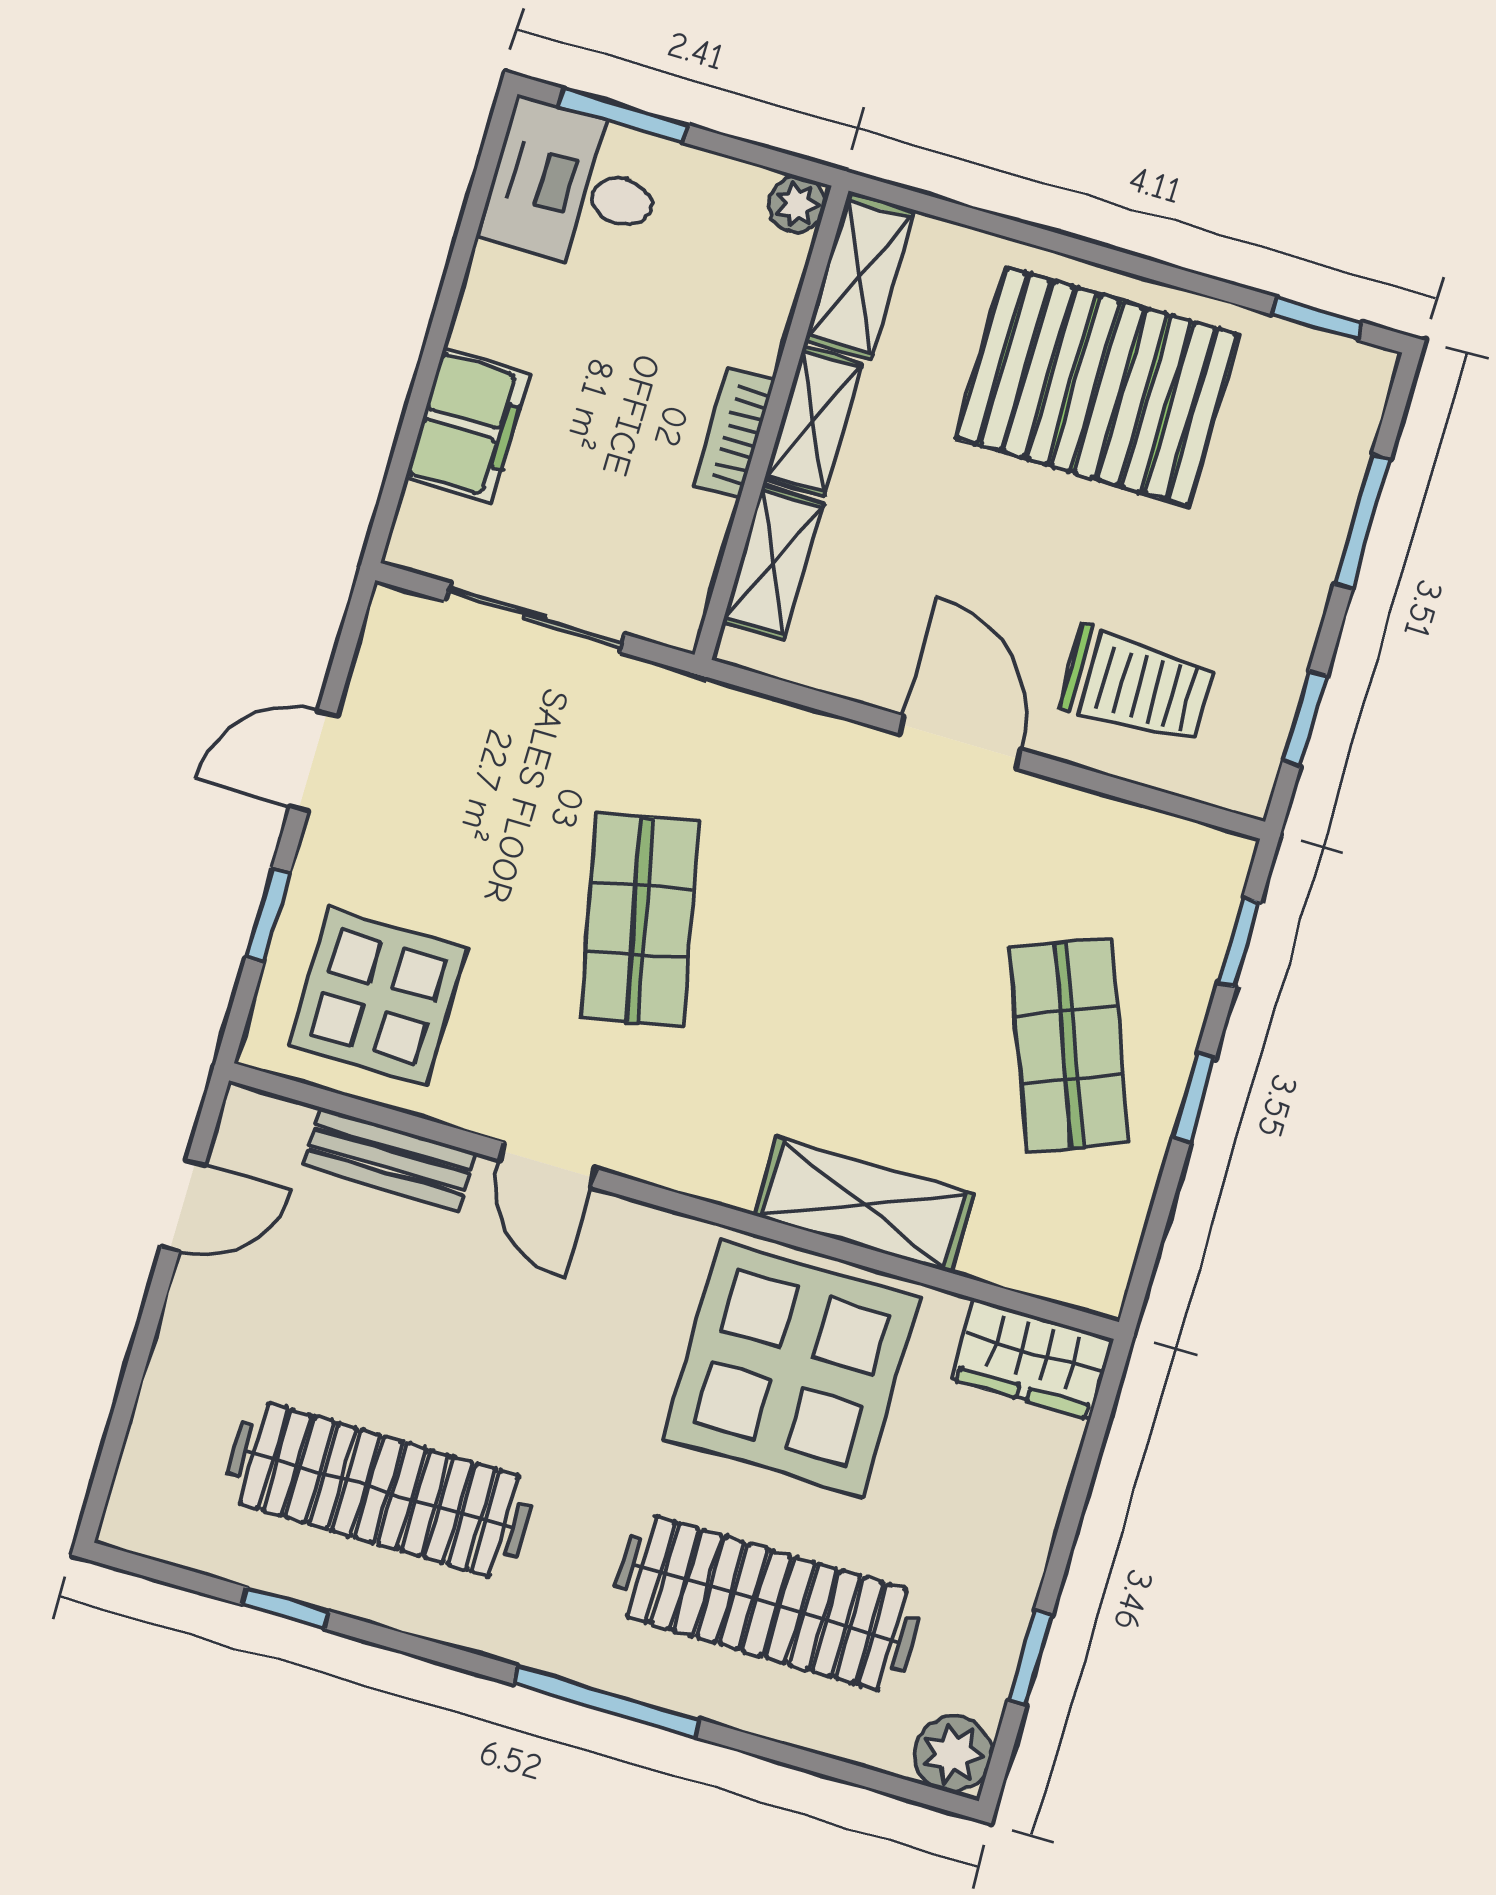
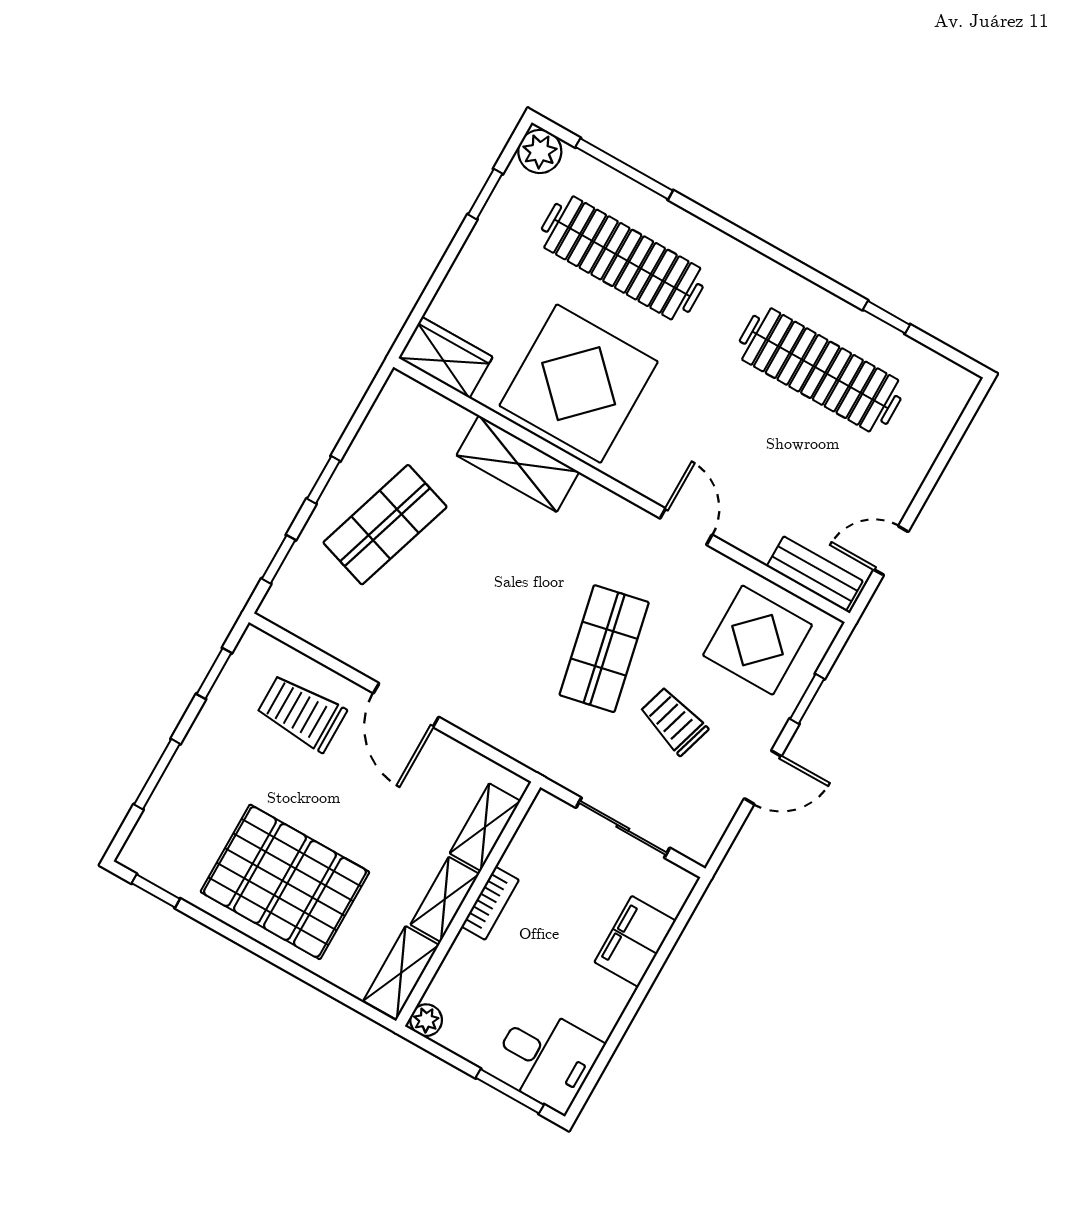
trolley: (490, 823) -> (674, 721), added
shop shelf: (1069, 1045) -> (385, 525), turned 39
bench: (389, 1159) -> (815, 574), moved
window: (606, 1702) -> (624, 169), moved

